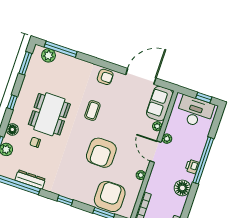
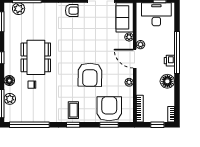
coffee table: (92, 110) -> (73, 110), moved
dresser: (30, 180) -> (38, 117), removed

